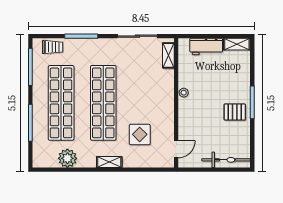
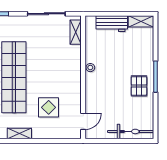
pallet: (235, 112) -> (139, 86), turned 90

